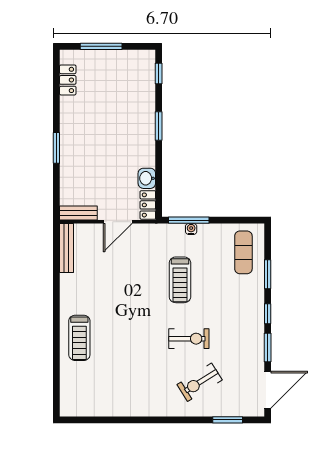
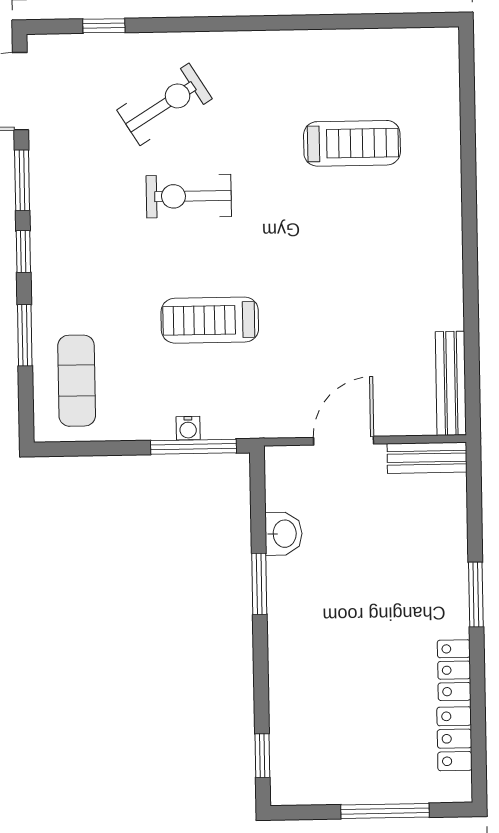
window: (159, 126) -> (259, 584), moved
locker: (148, 205) -> (454, 670), moved, turned 180
treadmill: (180, 280) -> (210, 320), turned -90
treadmill: (79, 338) -> (352, 143), moved, turned 90
window: (228, 420) -> (104, 26), width x0.67

